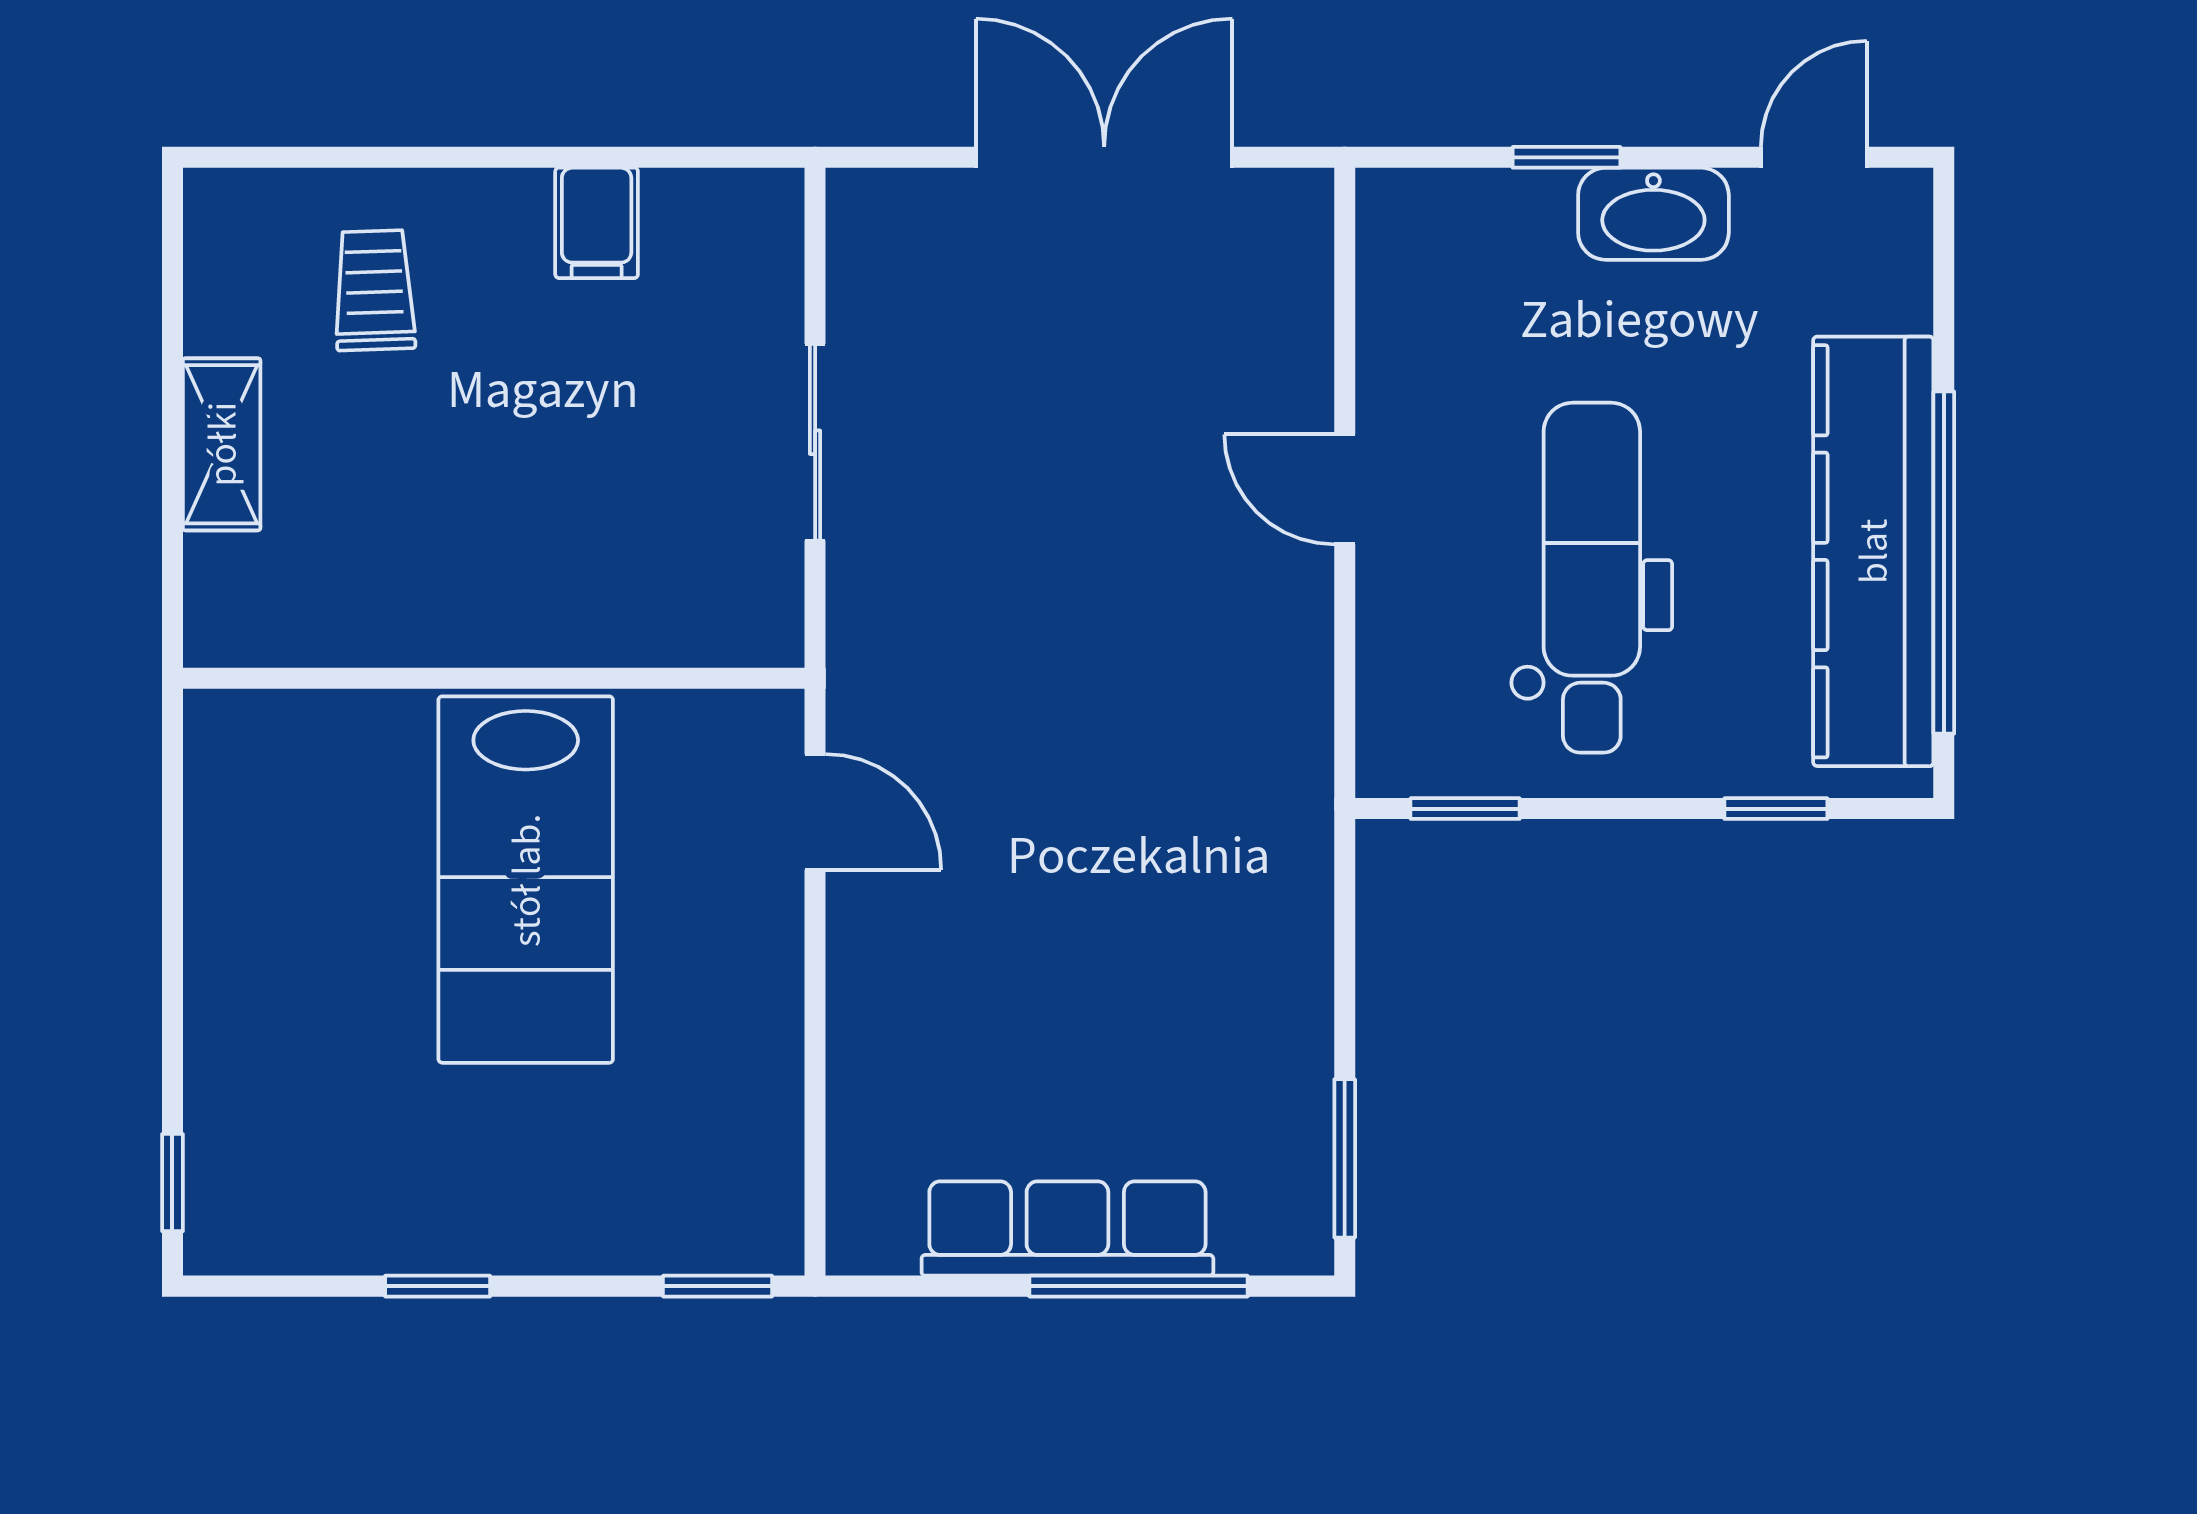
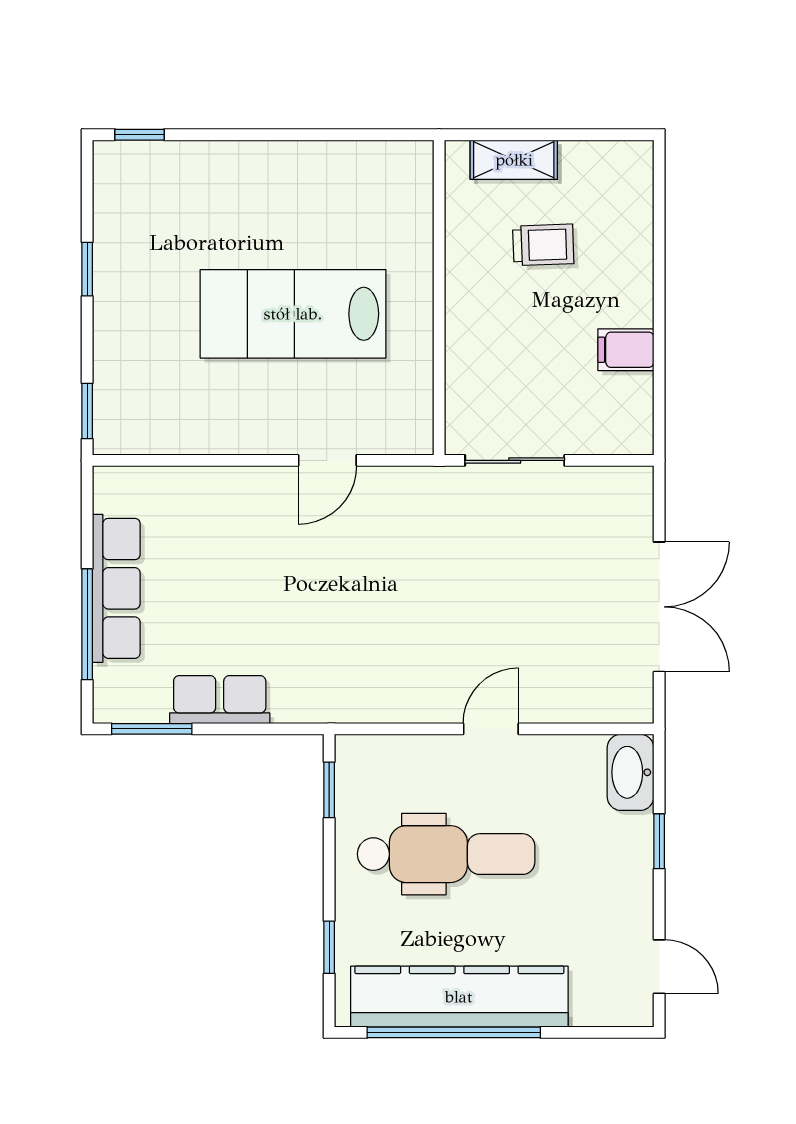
washbasin: (1653, 214) -> (630, 772), moved
trolley: (374, 290) -> (543, 245), moved
wall: (494, 678) -> (439, 298), moved
row of seats: (1287, 1024) -> (220, 700), added

